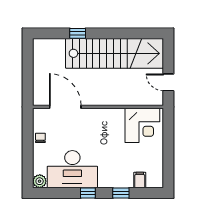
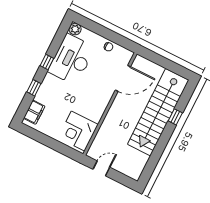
stairs: (114, 53) -> (158, 112), moved
filing cabinet: (140, 180) -> (34, 112), width x2.00

